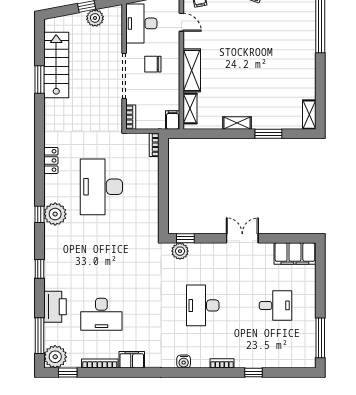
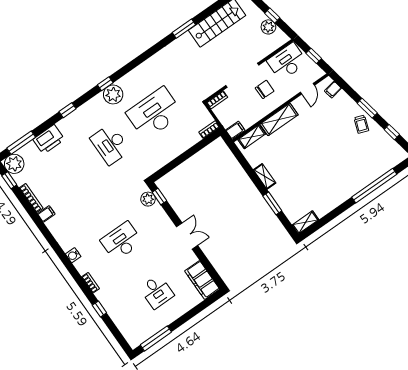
chair: (153, 64) -> (265, 89), turned 90
window: (39, 79) -> (184, 29), moved
locker: (51, 160) -> (148, 65), removed
desk: (101, 314) -> (110, 144), moved
filing cabinet: (132, 360) -> (46, 214), width x0.50

